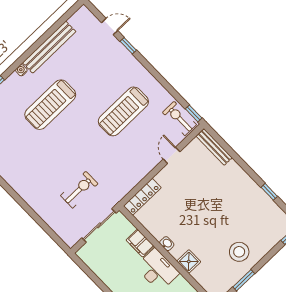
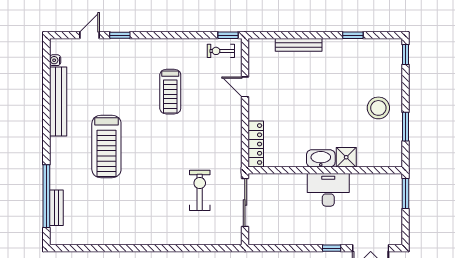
water cooler: (21, 70) -> (55, 60), moved
treadmill: (123, 111) -> (170, 92), width x0.73, depth x0.73
exercise bike: (179, 119) -> (221, 51), width x0.73, depth x0.72
bench: (214, 147) -> (299, 45), moved
filing cabinet: (140, 243) -> (292, 183), removed
washbasin: (167, 244) -> (321, 158), width x1.91, depth x1.45

